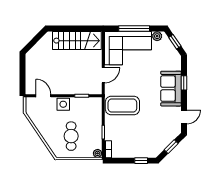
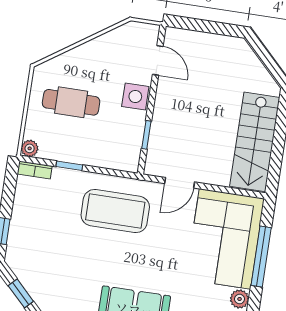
door: (103, 75) -> (180, 183), hinge flipped
door: (43, 96) -> (158, 60), hinge flipped
coffee table: (122, 105) -> (115, 211), turned 90

